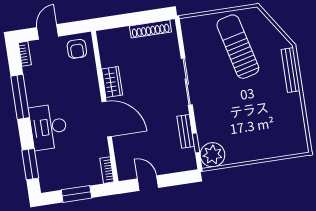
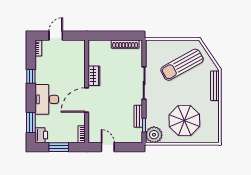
sun lounger: (238, 47) -> (182, 65), turned -105
armchair: (77, 49) -> (74, 50), removed
window: (20, 97) -> (31, 76), width x0.46
door: (107, 119) -> (87, 100), swing flipped
parasol: (254, 127) -> (184, 121), added
printer: (48, 180) -> (41, 135), added

